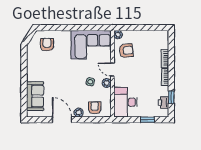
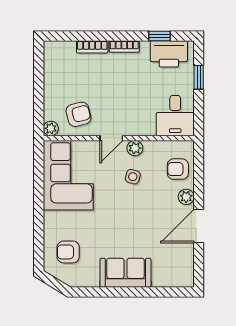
armchair: (126, 51) -> (78, 114), turned 82
sofa: (35, 96) -> (125, 273), moved
desk: (125, 102) -> (175, 116), width x0.73
printer: (163, 103) -> (169, 54), width x1.87, depth x1.48

